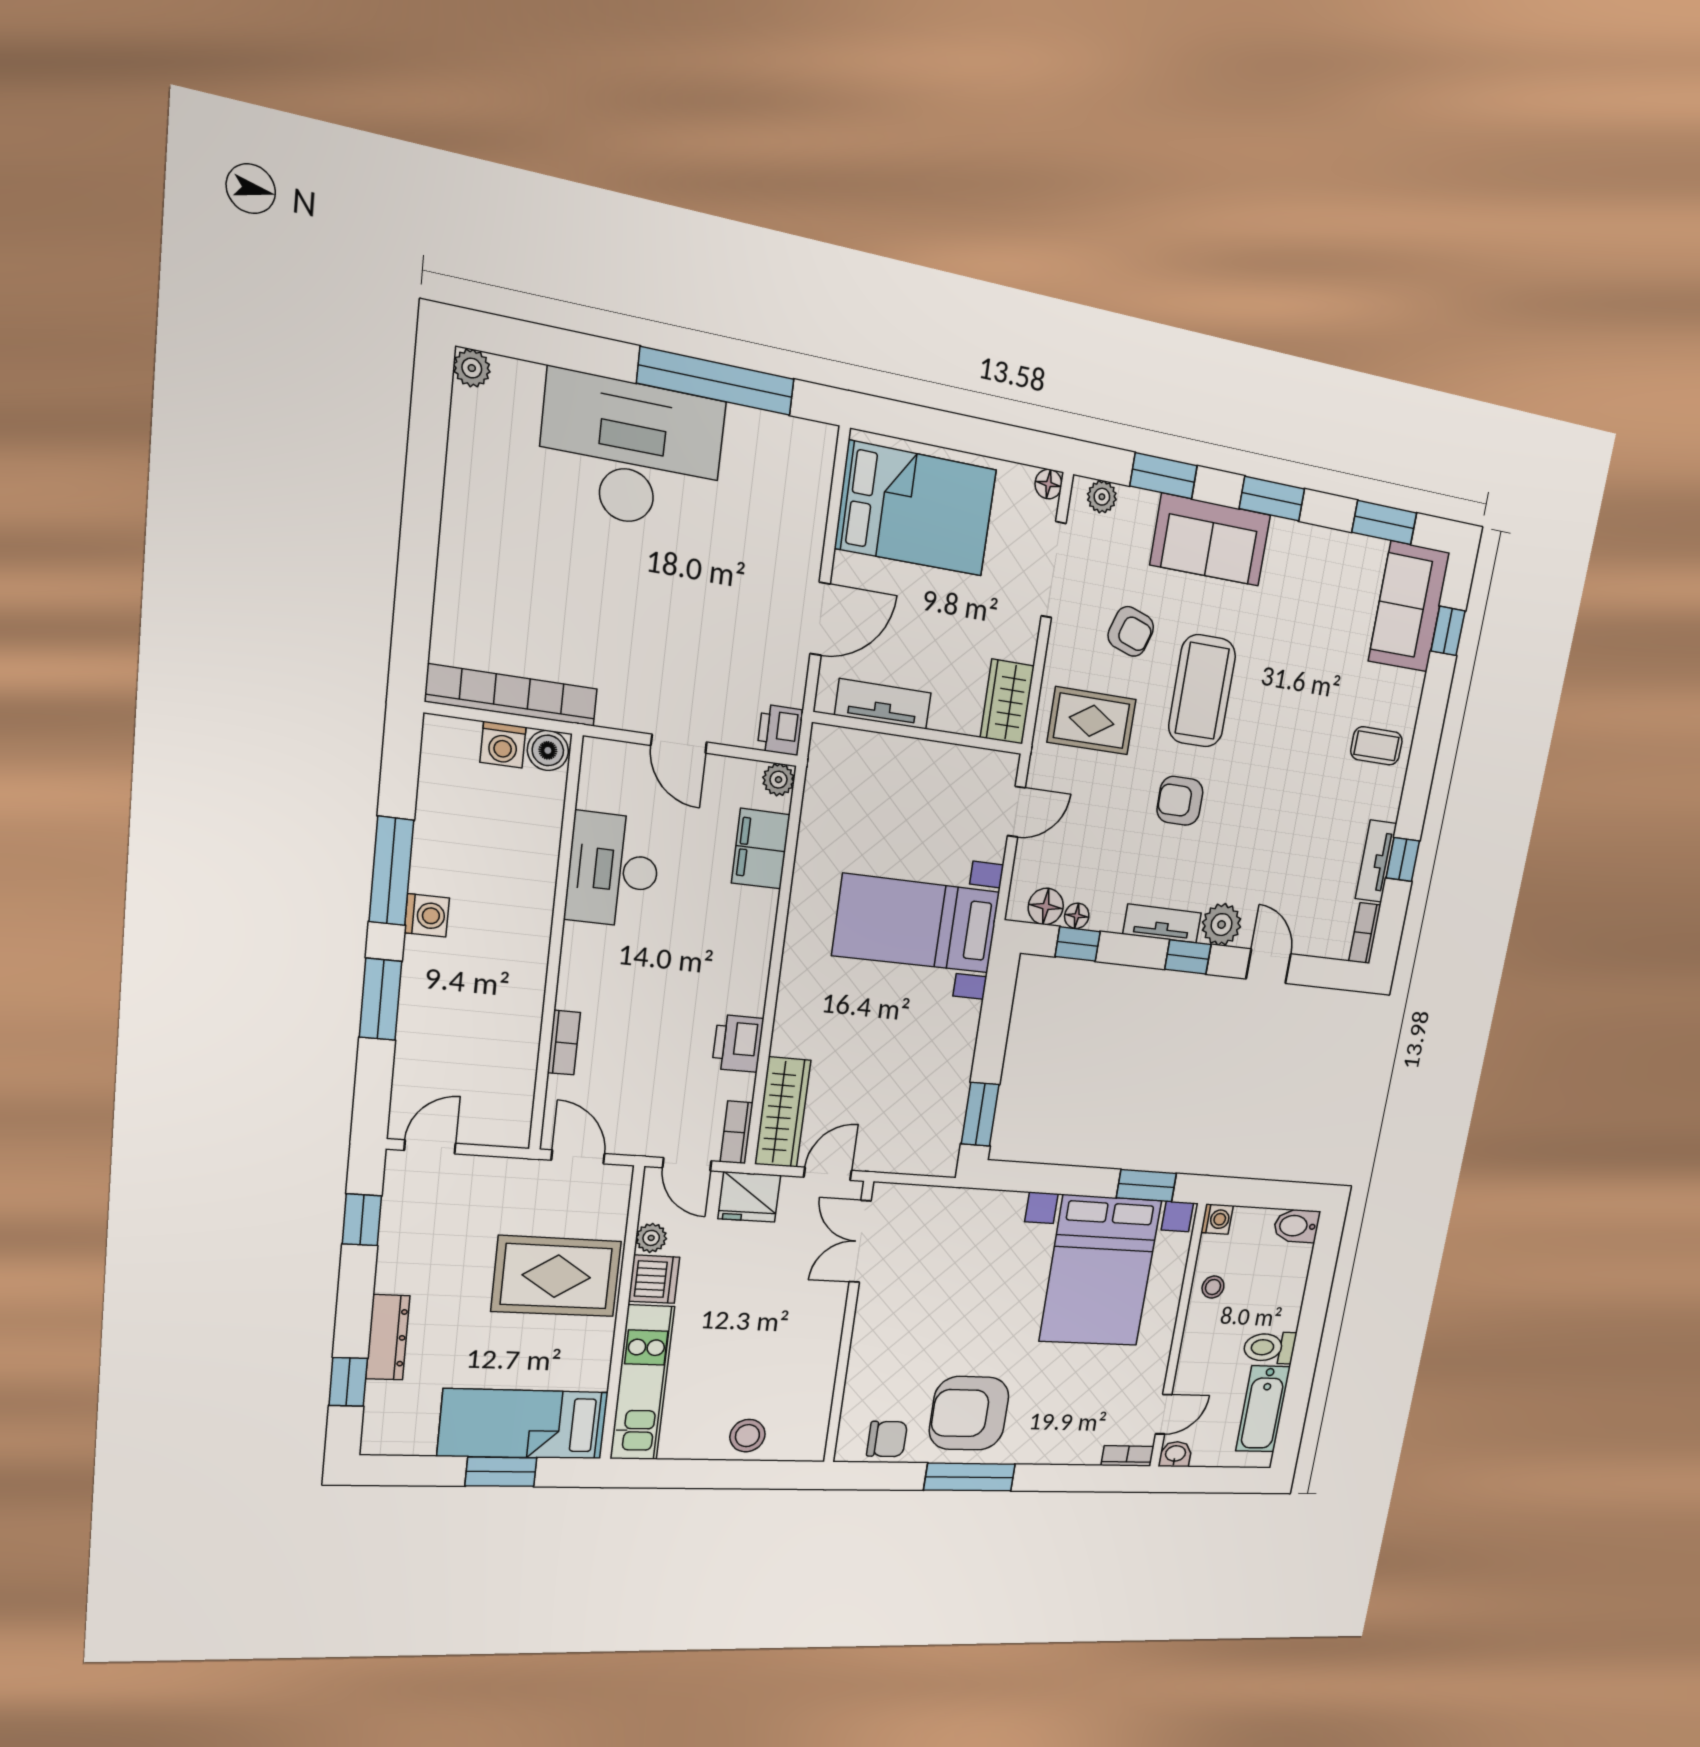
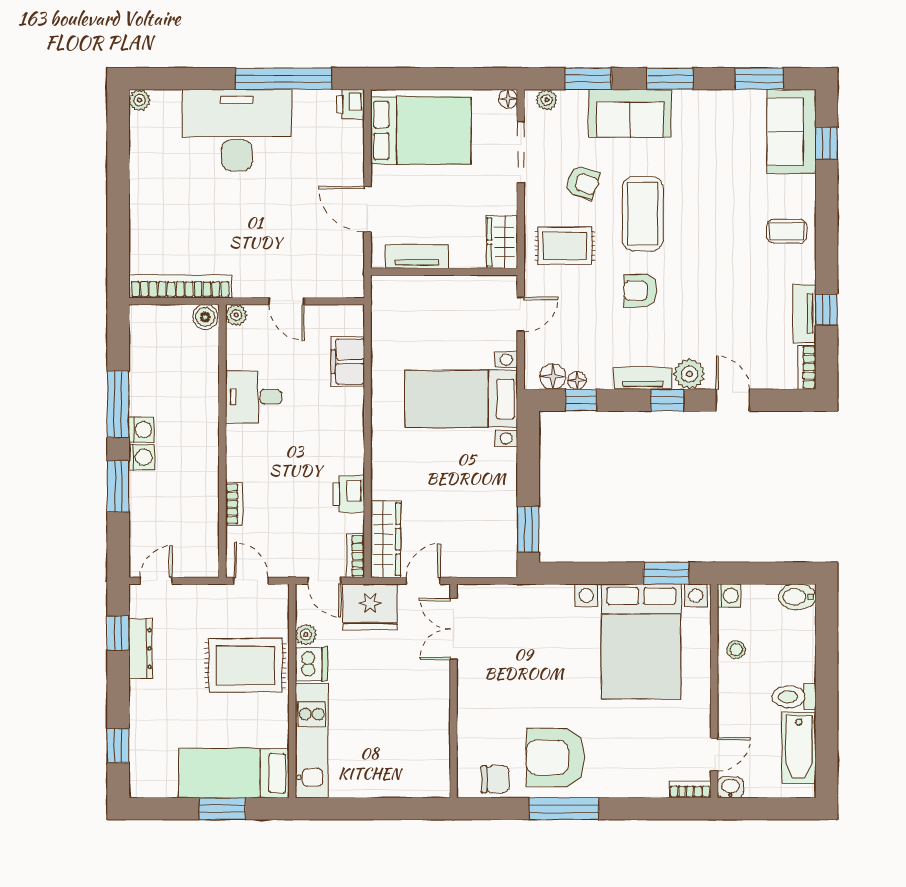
door: (820, 619) -> (367, 209), swing flipped
printer: (780, 730) -> (351, 104), moved
washing machine: (503, 745) -> (142, 457), moved, turned -90
plant: (779, 780) -> (236, 315), moved
desk: (613, 870) -> (254, 397), width x0.73
fridge: (749, 1197) -> (370, 607), width x1.36, depth x1.34
dresser: (388, 1337) -> (140, 649), moved
stool: (747, 1436) -> (391, 779), removed

